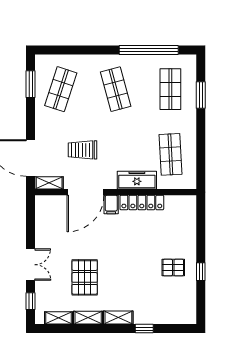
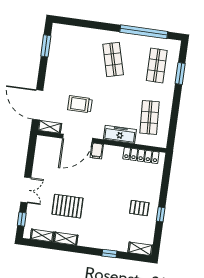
shop shelf: (61, 89) -> (69, 53), removed
locker: (142, 203) -> (141, 155), moved
pallet: (85, 277) -> (67, 206), turned 90
shelving: (118, 318) -> (140, 249), moved

